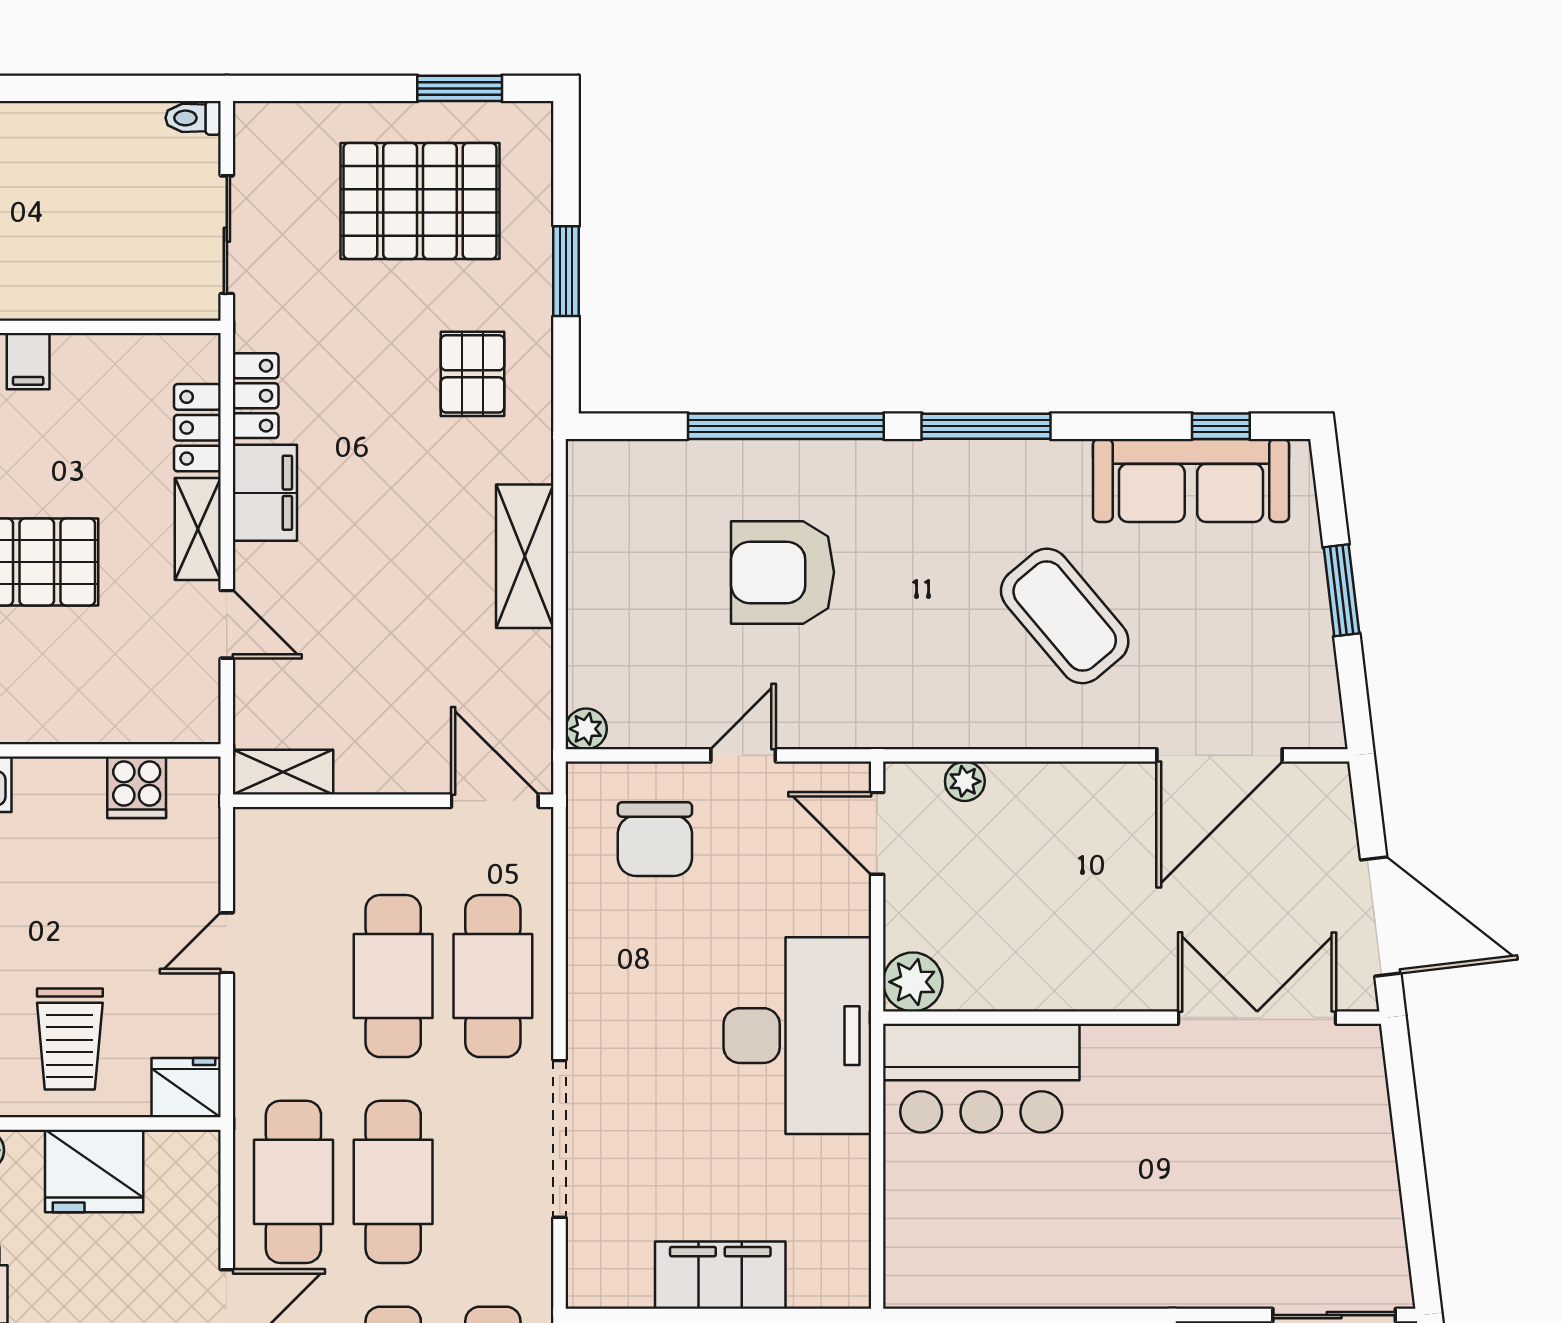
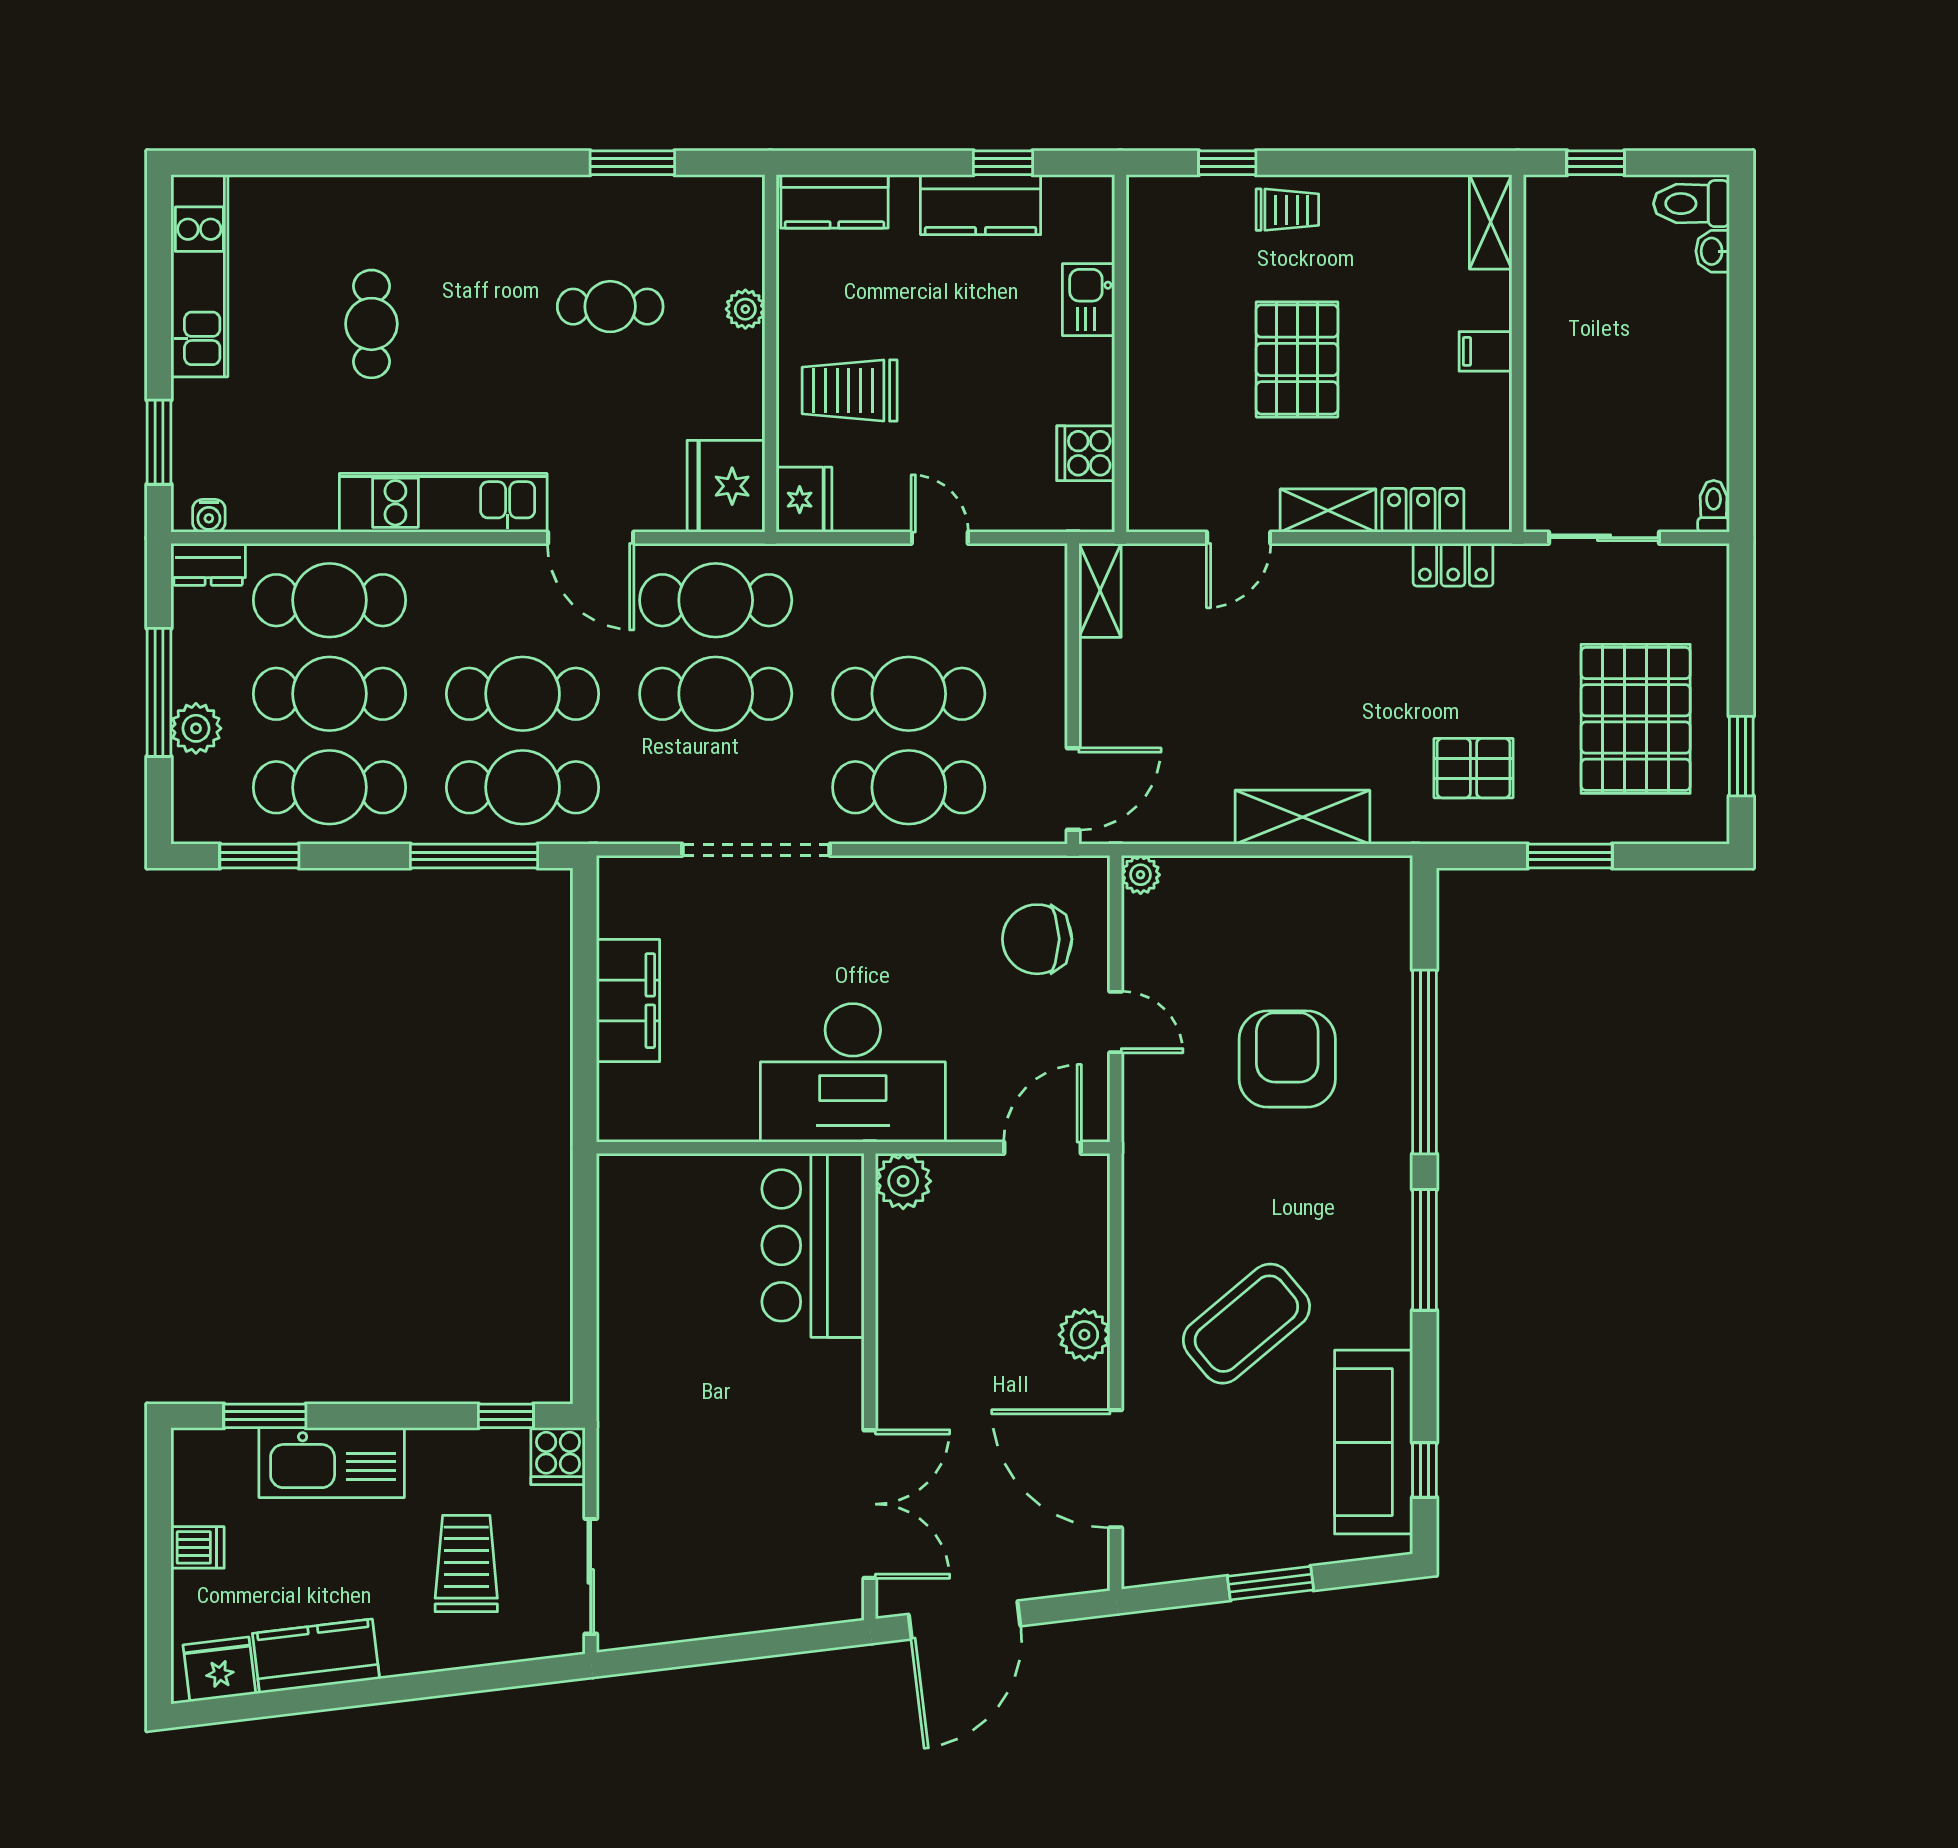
filing cabinet: (265, 493) -> (1362, 573), removed
plant: (965, 781) -> (1084, 1335), moved, width x1.38, depth x1.38
fridge: (94, 1171) -> (726, 486), moved

